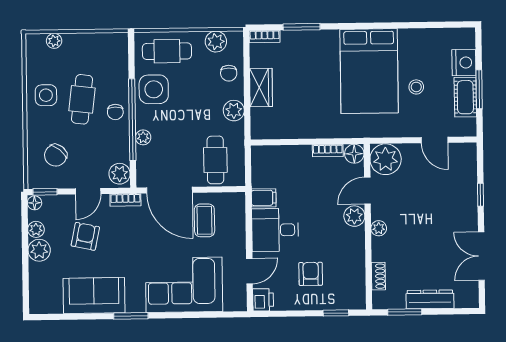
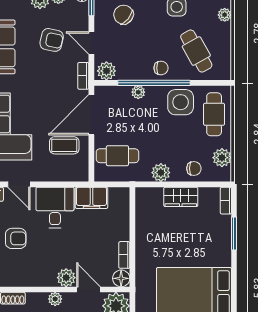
chair: (229, 73) -> (194, 168), turned 180
cafe table: (82, 99) -> (196, 51), moved, turned 54
chair: (115, 112) -> (161, 68), turned 180
filing cabinet: (264, 198) -> (91, 198), width x2.00

